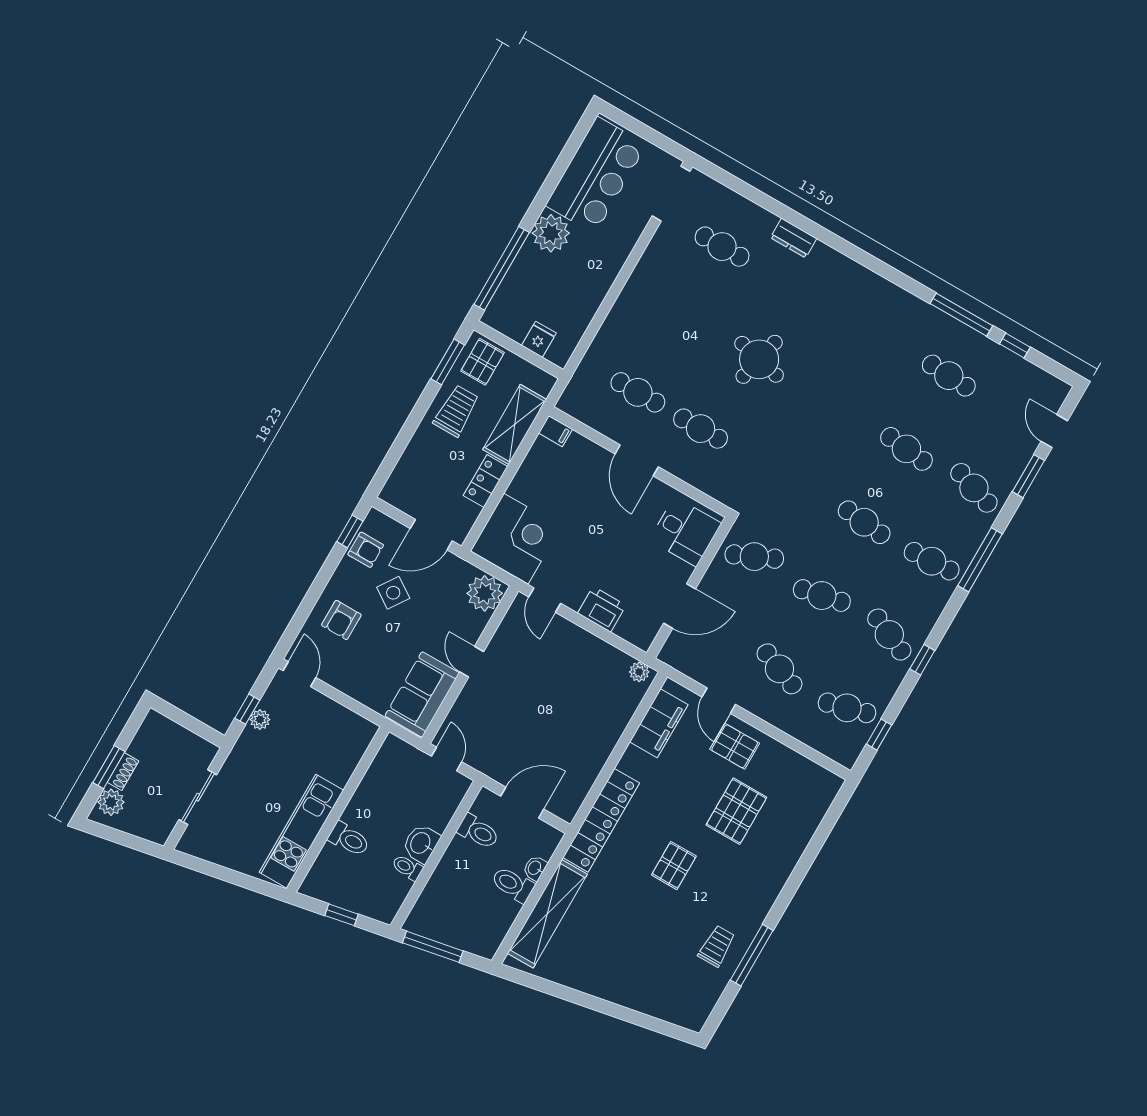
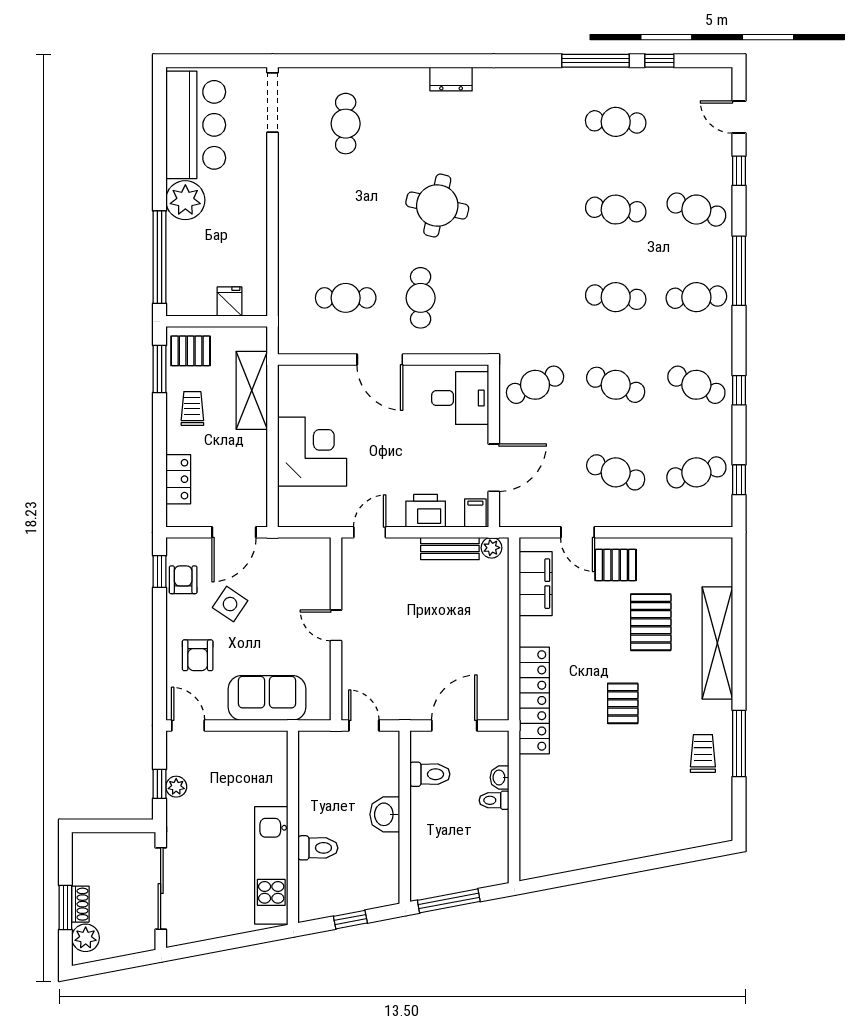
dresser: (794, 238) -> (451, 79), moved
cafe table: (722, 247) -> (346, 124), turned 90
pallet: (483, 362) -> (191, 351), turned 90
trolley: (456, 411) -> (192, 408), width x0.73, depth x0.72
cafe table: (701, 429) -> (421, 298), turned 90
filing cabinet: (555, 431) -> (475, 513), moved, turned -90
window: (1028, 476) -> (739, 171), width x0.67
locker: (486, 481) -> (178, 479), moved, turned 180
corner desk: (516, 539) -> (312, 452), moved
armchair: (366, 550) -> (183, 580), turned -90
plant: (485, 593) -> (312, 557), removed
cafe table: (822, 596) -> (616, 385), turned 33
door: (545, 600) -> (370, 532), swing flipped
bench: (604, 652) -> (450, 549), added
sofa: (422, 694) -> (267, 698), moved, turned 90
sliding door: (198, 797) -> (161, 888), width x1.37
toilet: (407, 867) -> (385, 843), removed
toilet: (513, 884) -> (494, 800), width x0.73, depth x0.72
shelving: (547, 914) -> (717, 643), moved

